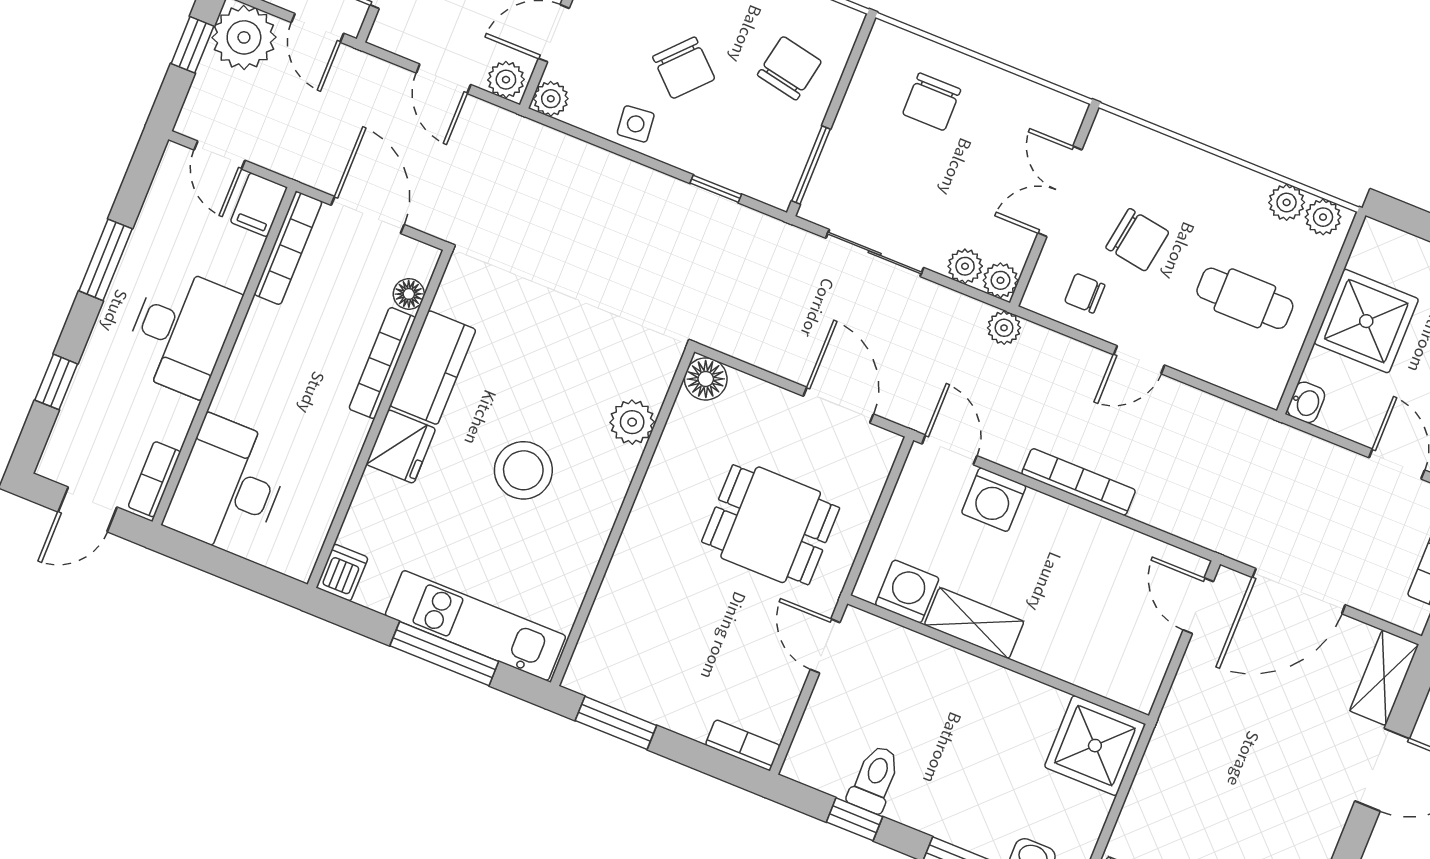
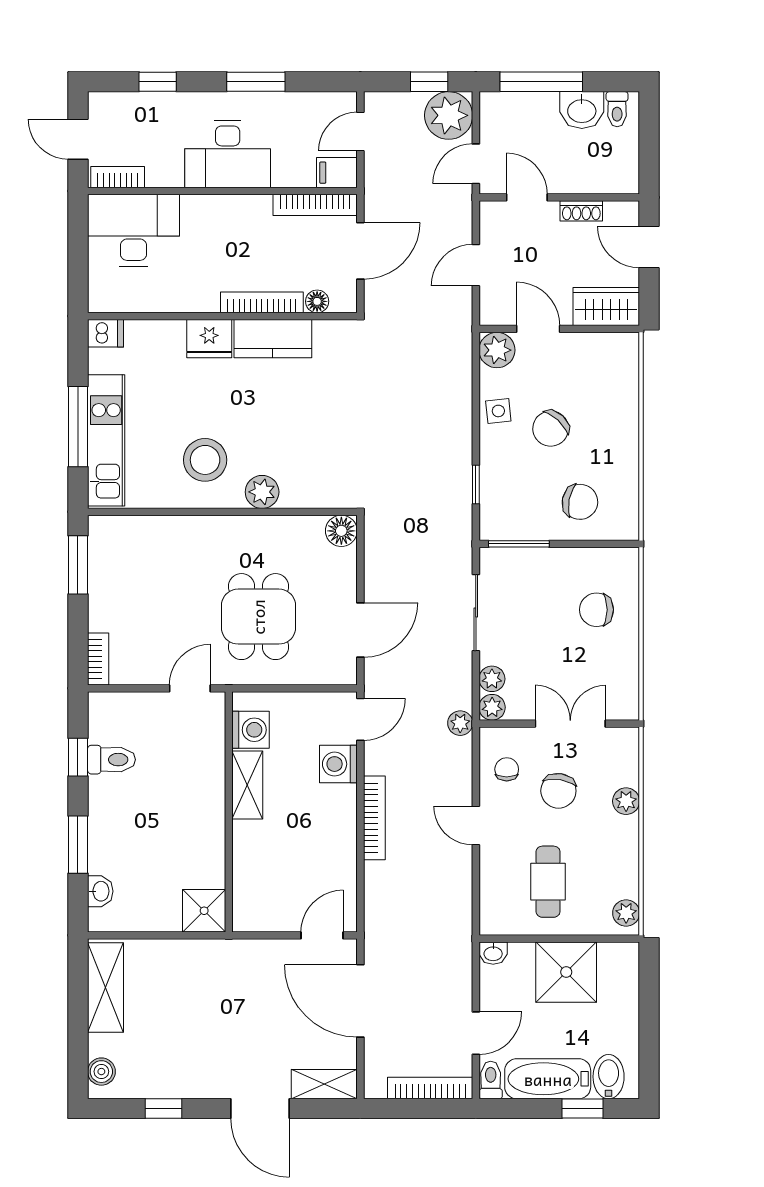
plant: (506, 80) -> (493, 309), removed
plant: (551, 99) -> (497, 350), width x1.38, depth x1.38
plant: (1287, 202) -> (626, 801), moved
plant: (632, 422) -> (262, 492), moved
stool: (523, 470) -> (205, 460), moved
shower: (1095, 746) -> (204, 911), width x0.73, depth x0.73

